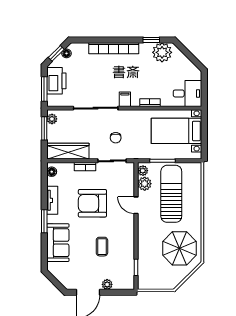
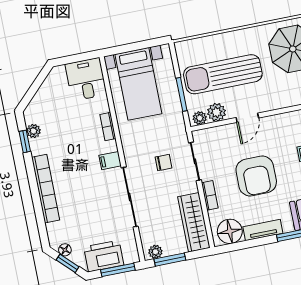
plant: (162, 52) -> (33, 131), width x0.53, depth x0.53
floor lamp: (52, 172) -> (230, 231), width x1.89, depth x1.89

